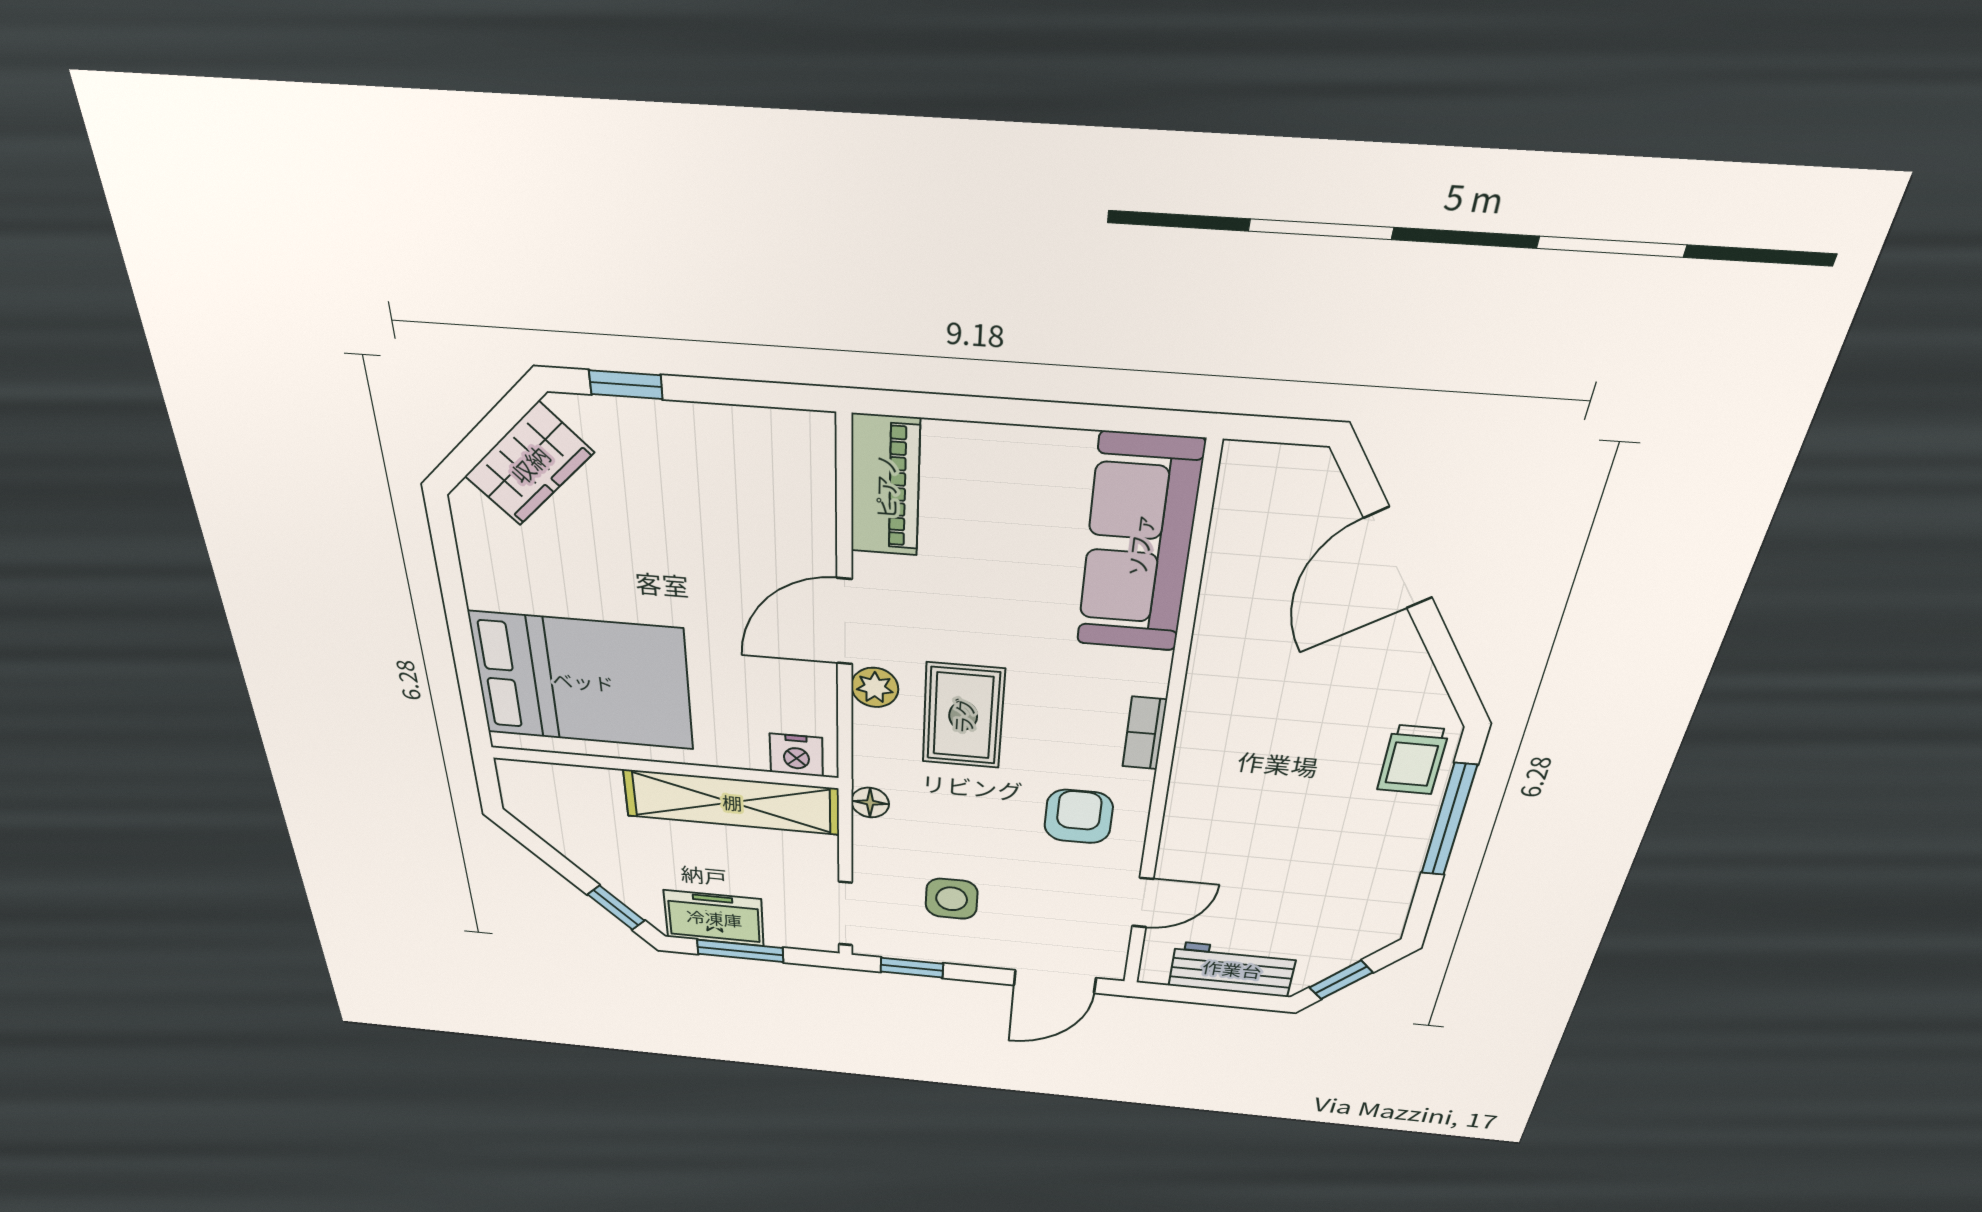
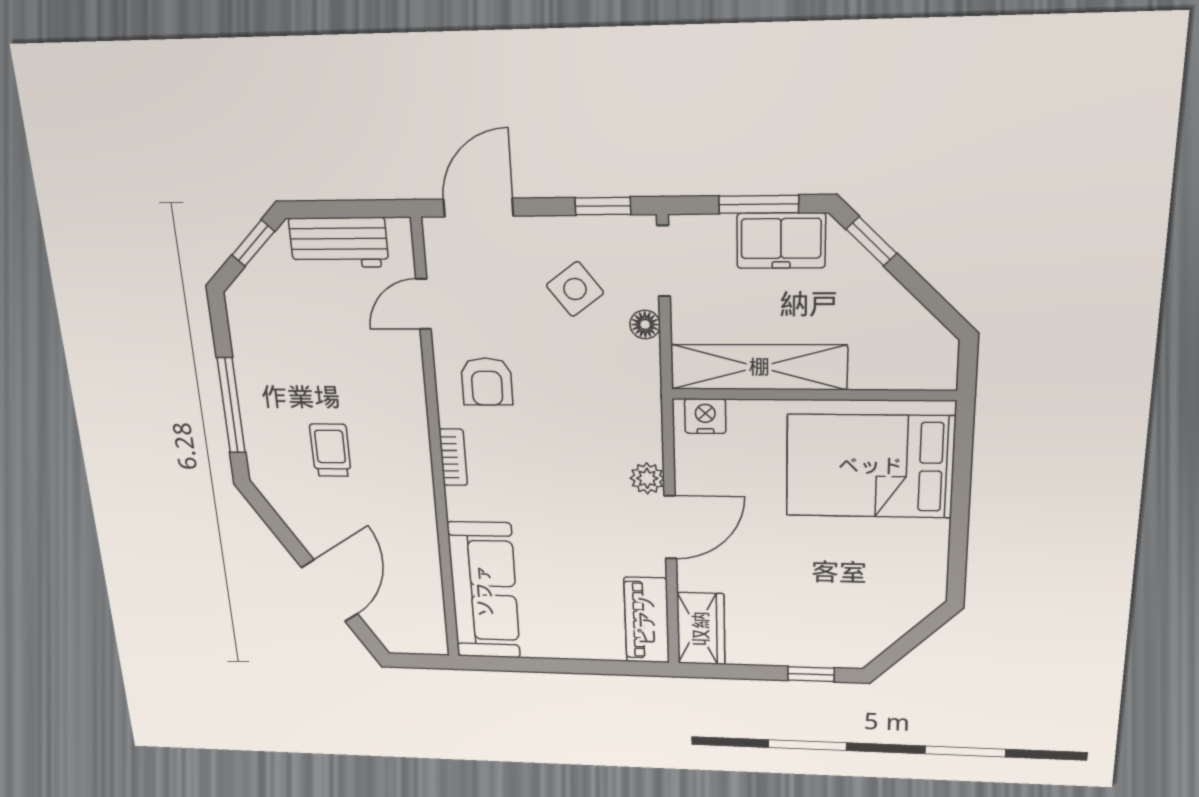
wardrobe: (529, 464) -> (701, 629), moved, turned 135
rug: (963, 716) -> (582, 461), removed
trolley: (1413, 760) -> (330, 450), moved
floor lamp: (870, 803) -> (645, 325), moved
side table: (952, 899) -> (575, 289), turned -37

